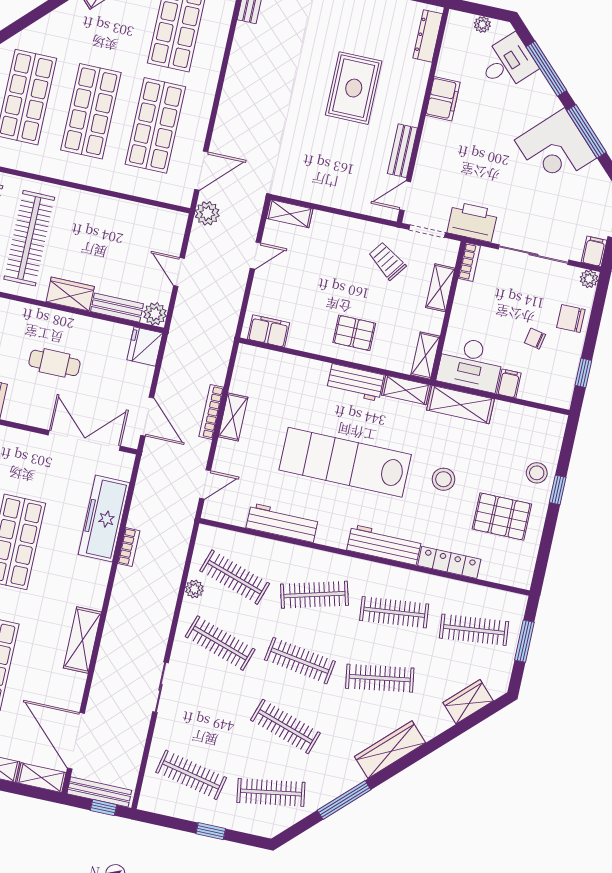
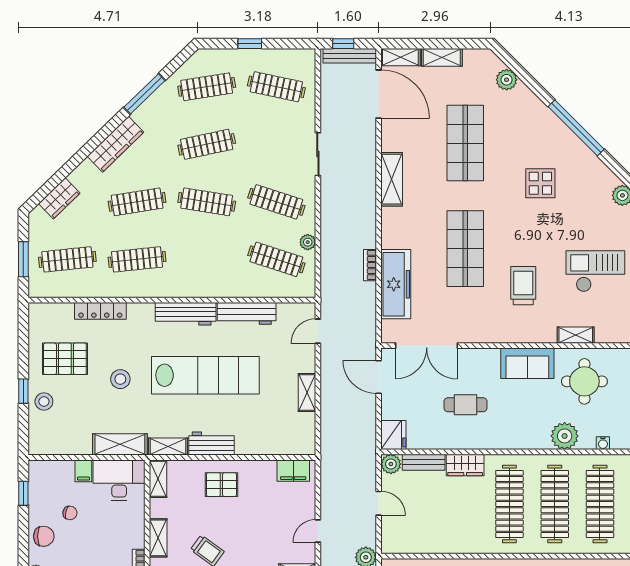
bookcase: (211, 412) -> (326, 393), removed
workbench: (384, 545) -> (186, 314), moved
clothes rail: (314, 595) -> (207, 259), removed
clothes rail: (285, 727) -> (207, 144), turned -30

